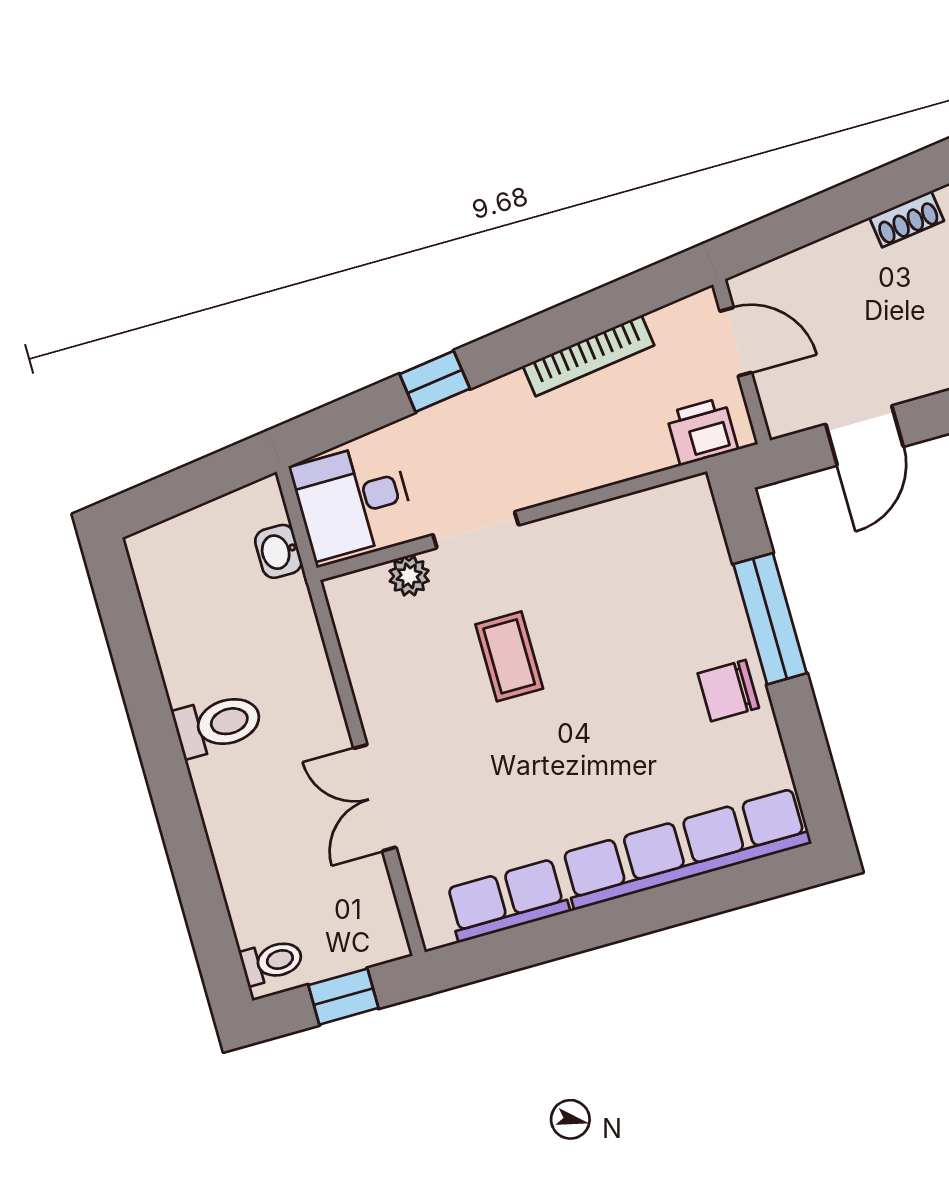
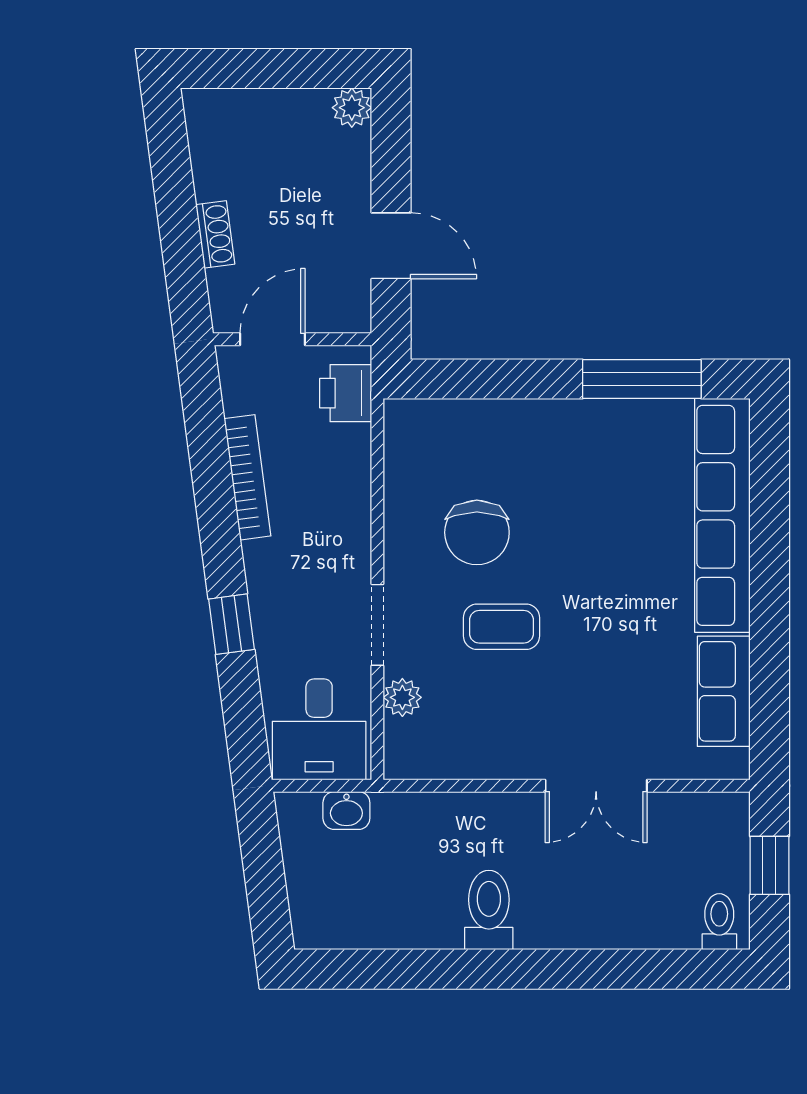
shoe rack: (907, 219) -> (215, 234), moved
window: (770, 619) -> (642, 379), moved
chair: (728, 691) -> (477, 532), moved, width x1.37, depth x1.37

